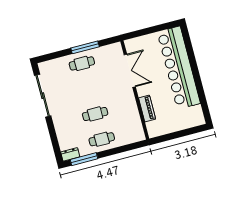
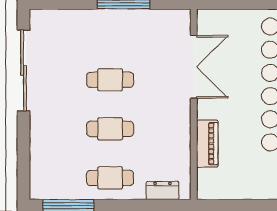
cafe table: (82, 63) -> (110, 80), moved
dresser: (70, 154) -> (162, 191), moved

